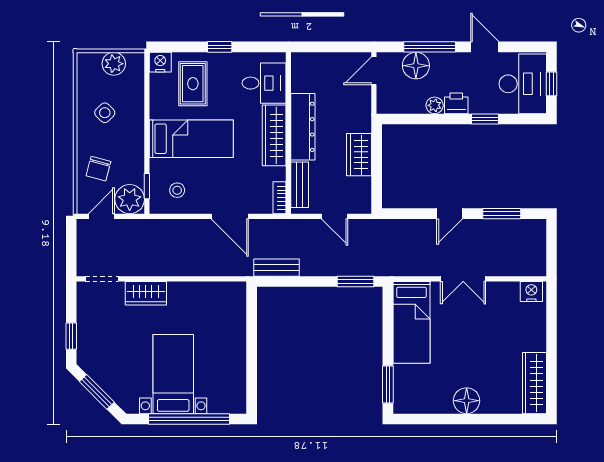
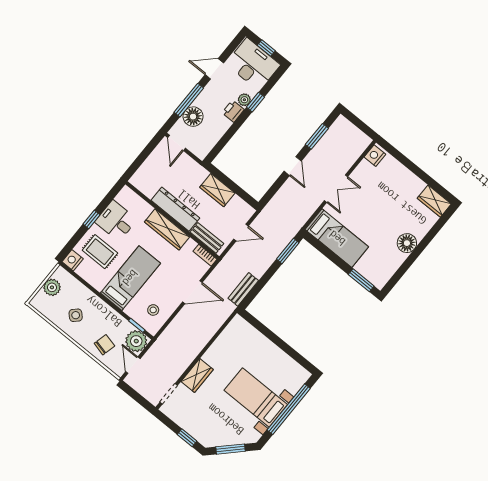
desk: (264, 83) -> (116, 221), moved, turned -90
plant: (435, 105) -> (244, 100), moved
chair: (98, 169) -> (104, 345), turned -91
wardrobe: (534, 383) -> (434, 201), width x0.67

